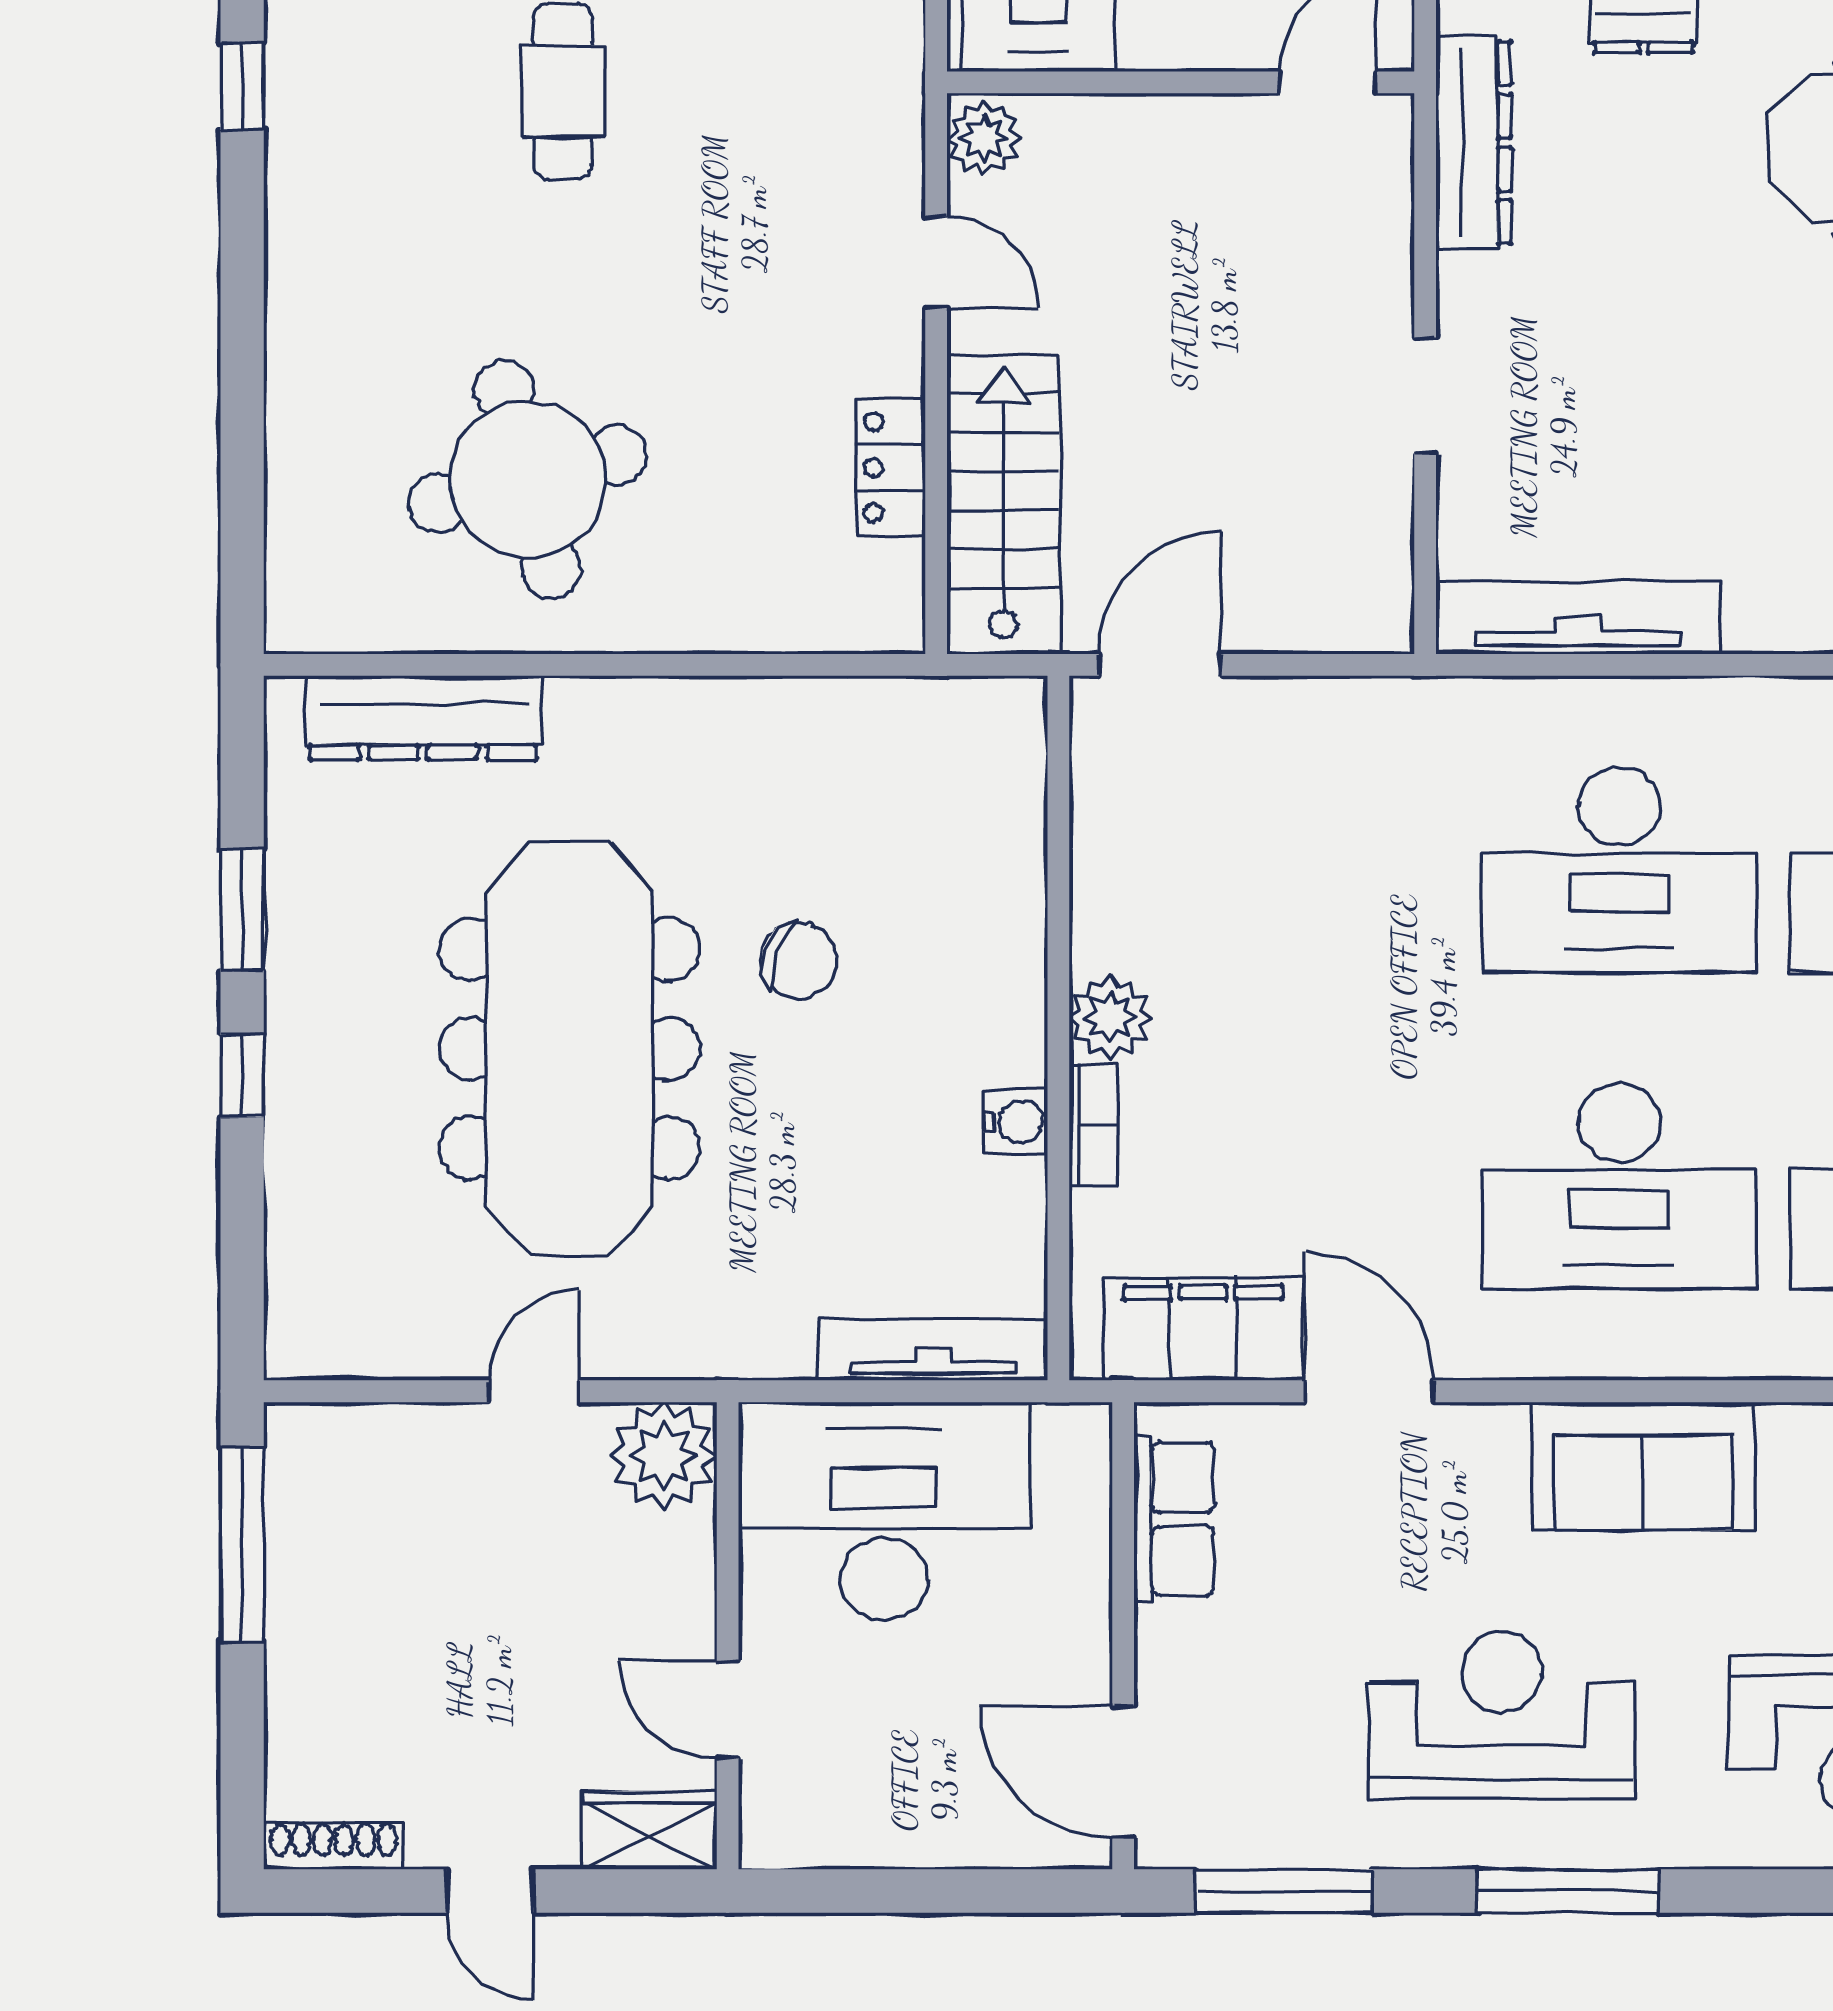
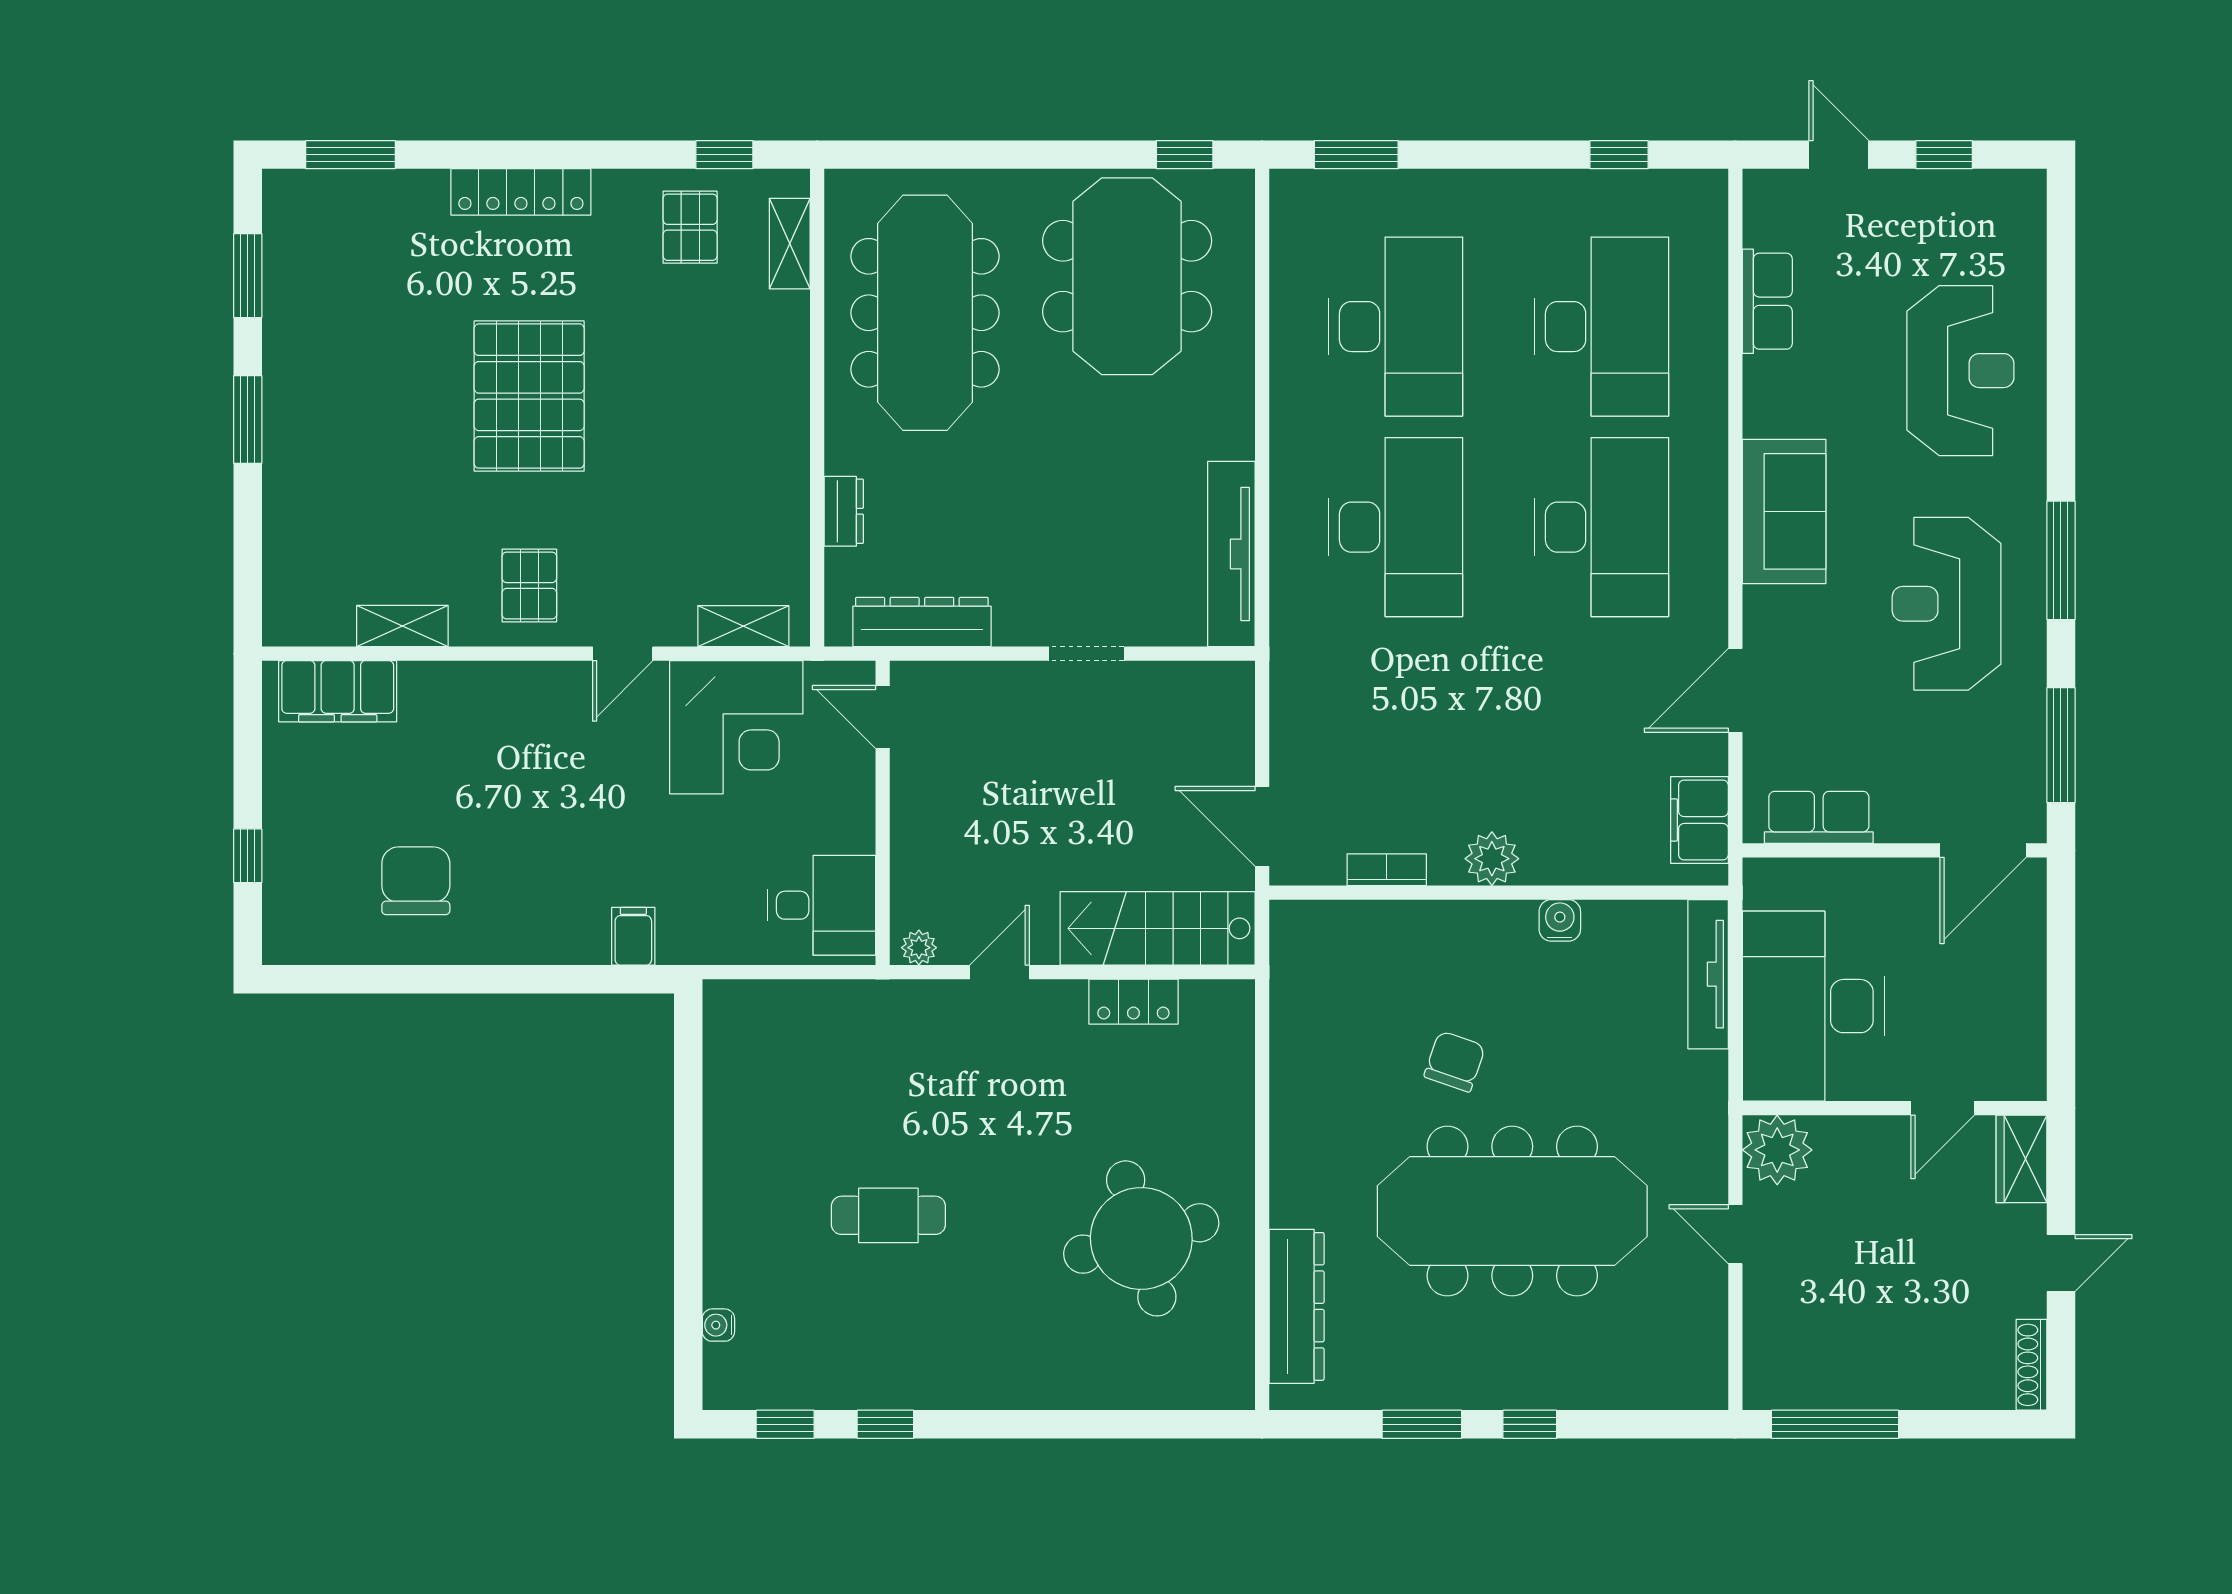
plant: (984, 138) -> (919, 948), width x0.73, depth x0.73
bookcase: (1093, 1125) -> (1387, 870), moved
filing cabinet: (1203, 1329) -> (1699, 820), width x0.67, depth x0.86

